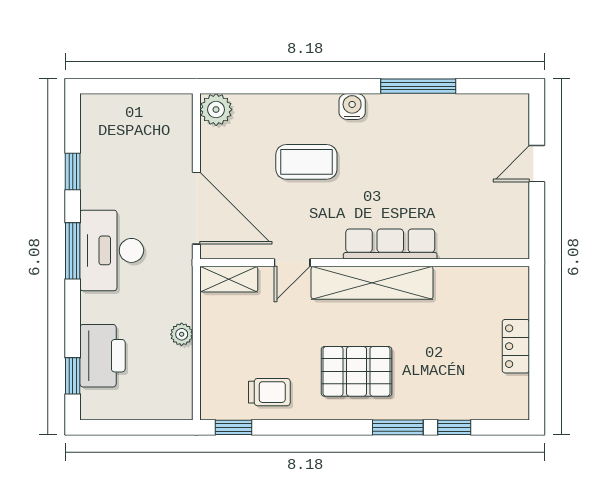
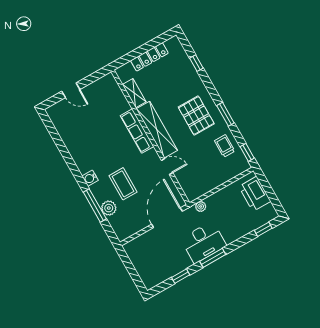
window: (418, 86) -> (95, 206), moved
plant: (216, 110) -> (109, 208), moved
shelving: (229, 279) -> (134, 93), moved
plant: (182, 334) -> (201, 206), moved
locker: (516, 346) -> (149, 57), width x1.53
printer: (103, 356) -> (255, 194), moved, turned -90
window: (398, 427) -> (225, 114), moved

